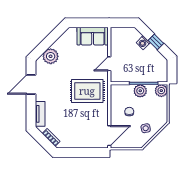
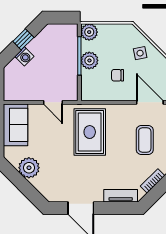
plant: (51, 56) -> (29, 168), moved
coffee table: (81, 132) -> (145, 140), added

